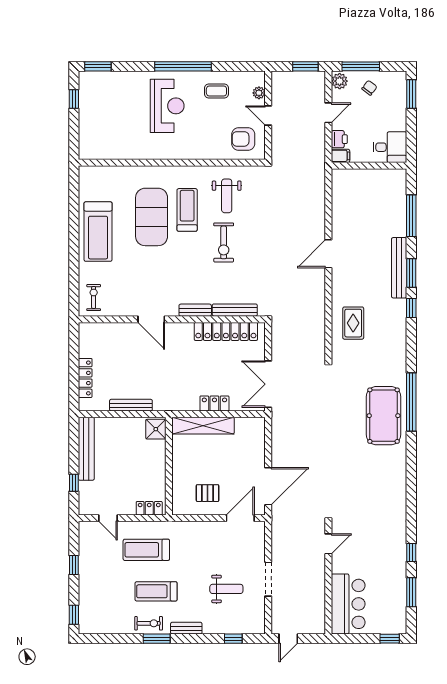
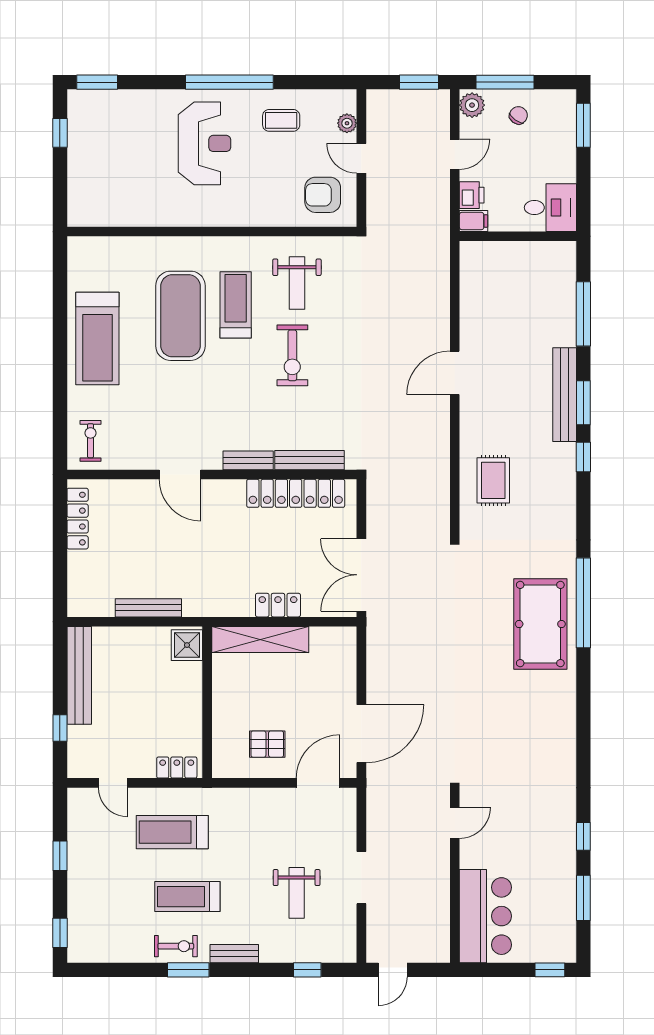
locker: (85, 378) -> (78, 519), moved
weight bench: (226, 589) -> (297, 893), turned 90

